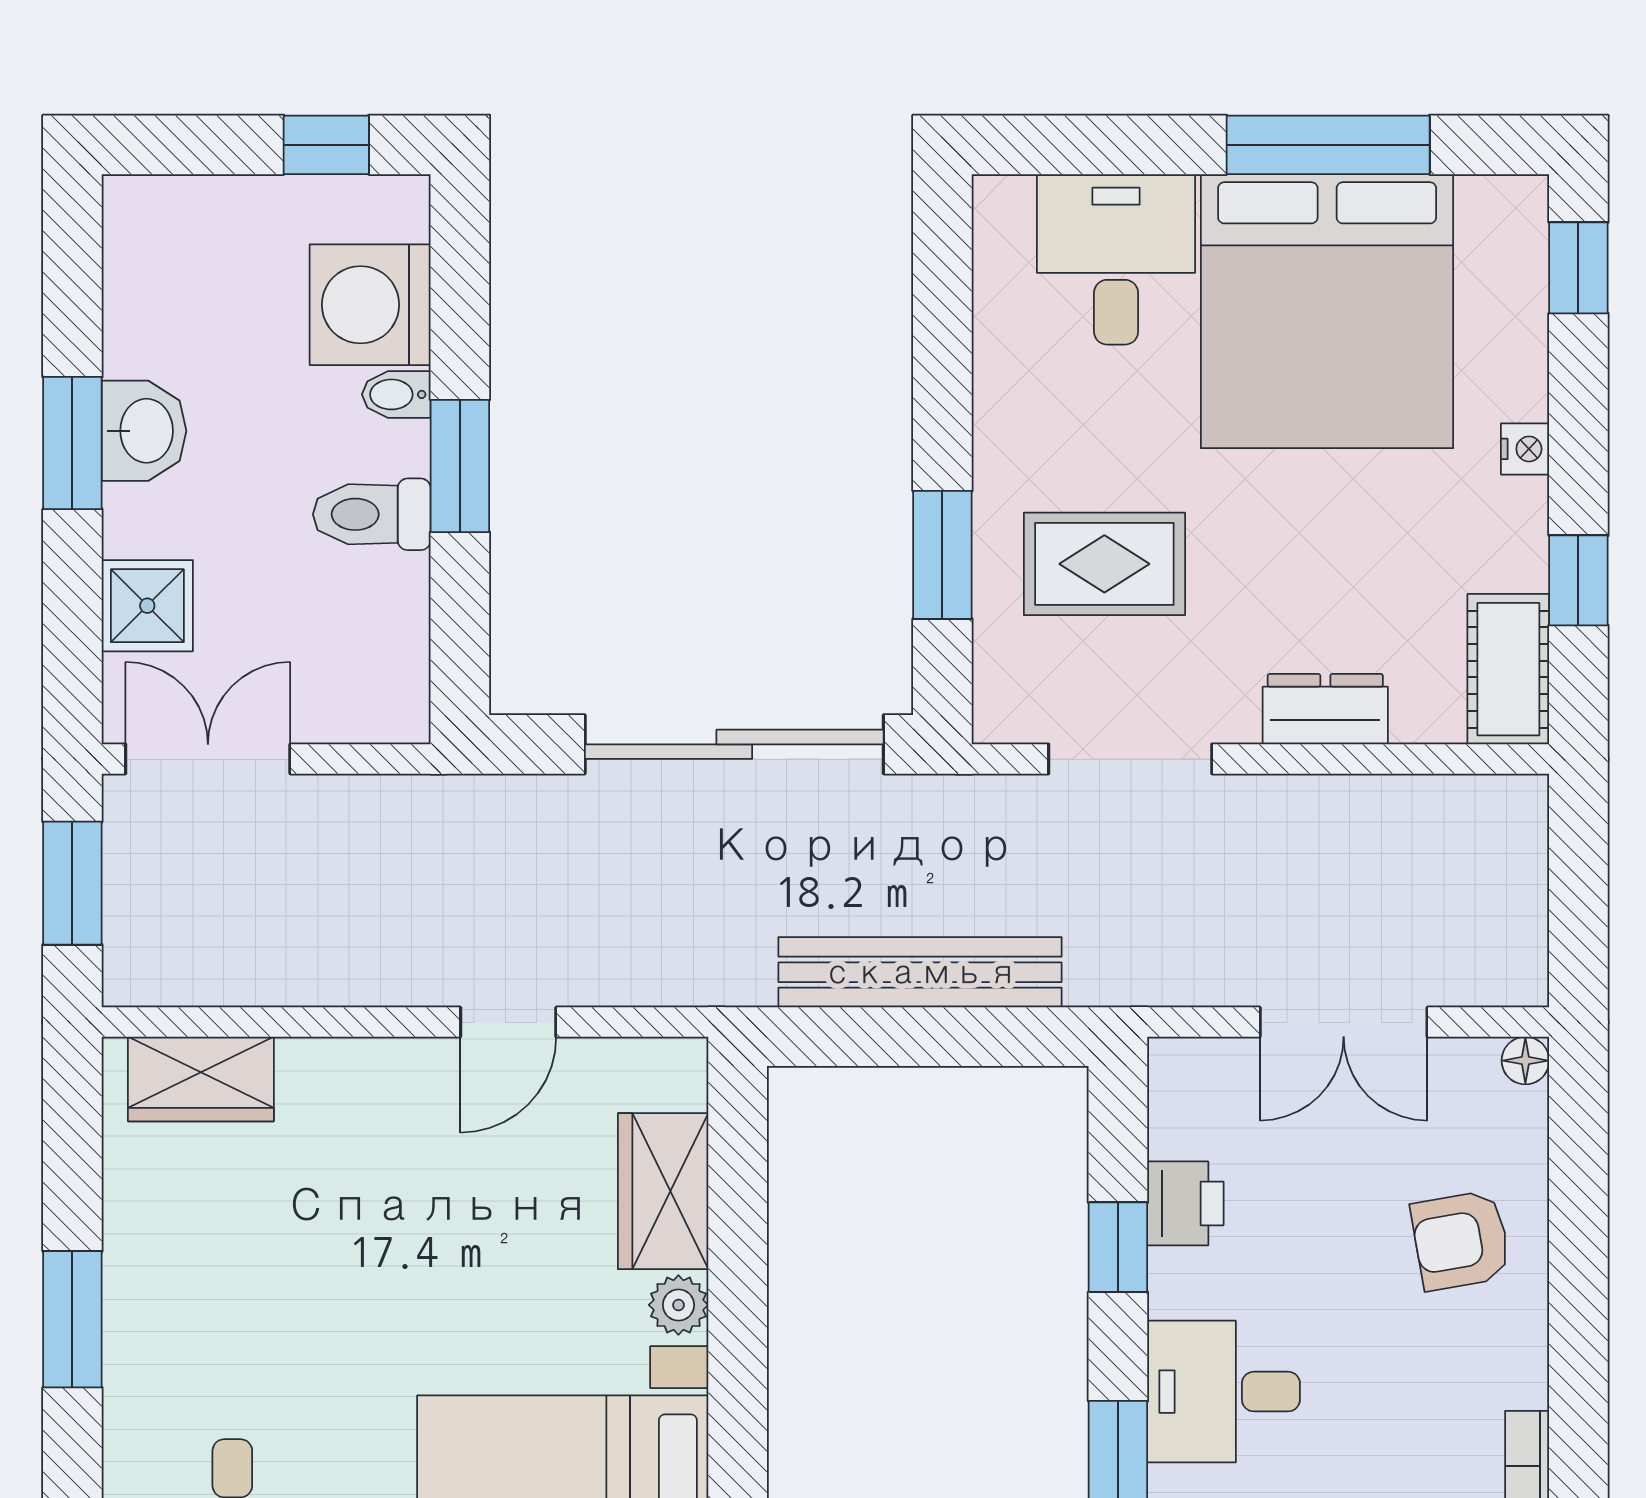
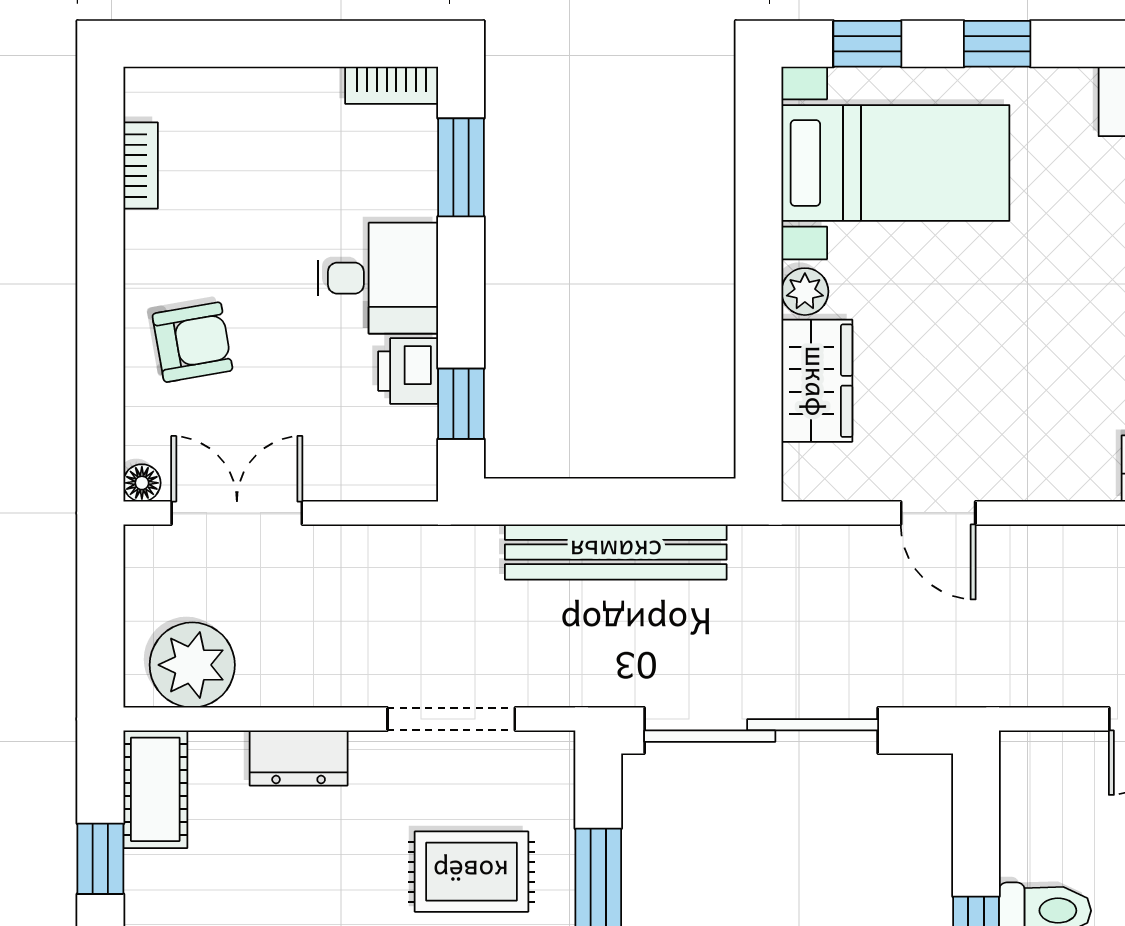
plant: (1461, 828) -> (192, 665), added
door: (508, 1022) -> (938, 513), swing flipped
double door: (1344, 1022) -> (237, 513), moved
window: (1118, 1247) -> (461, 404), moved
desk: (1224, 1392) -> (378, 278), moved

